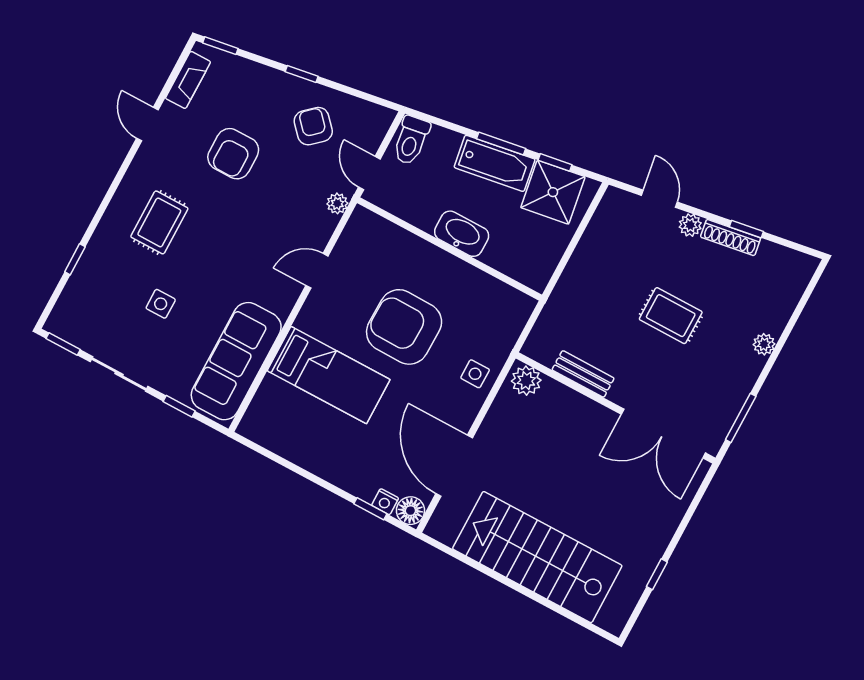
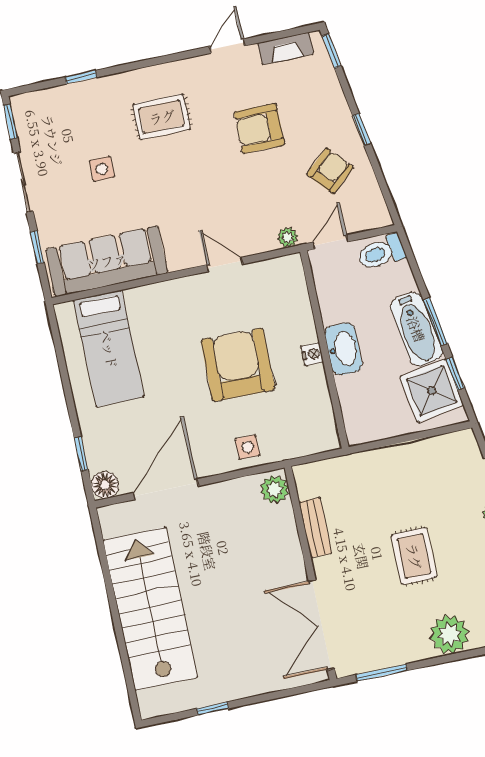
plant: (764, 344) -> (449, 635), width x1.88, depth x1.88
bed: (329, 375) -> (109, 349), moved
nightstand: (385, 502) -> (312, 354), moved, turned 180

